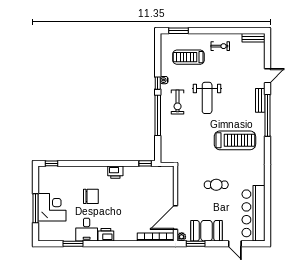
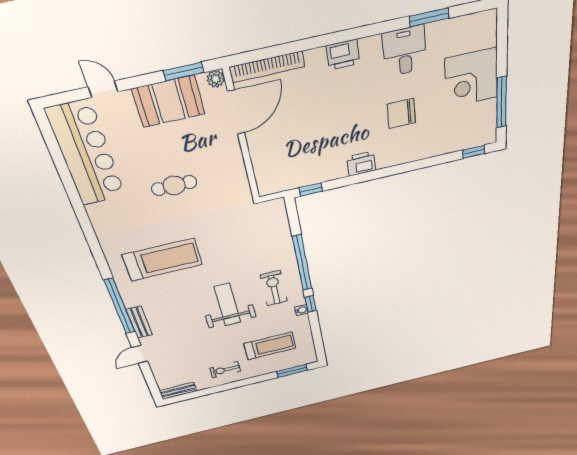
treadmill: (235, 140) -> (163, 260), turned 180
window: (36, 208) -> (501, 102), moved
printer: (106, 235) -> (343, 55), moved

